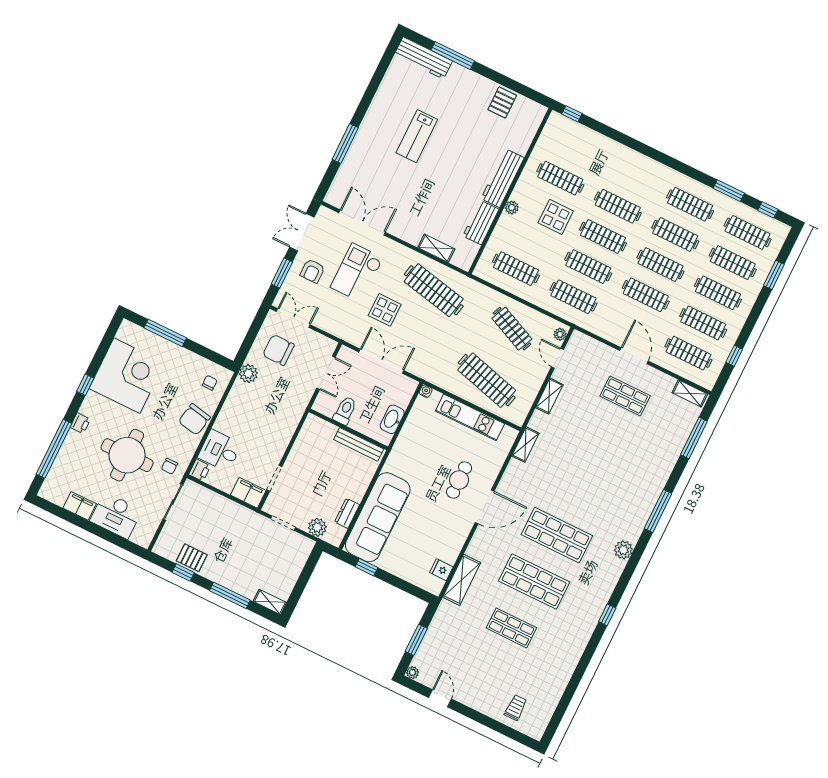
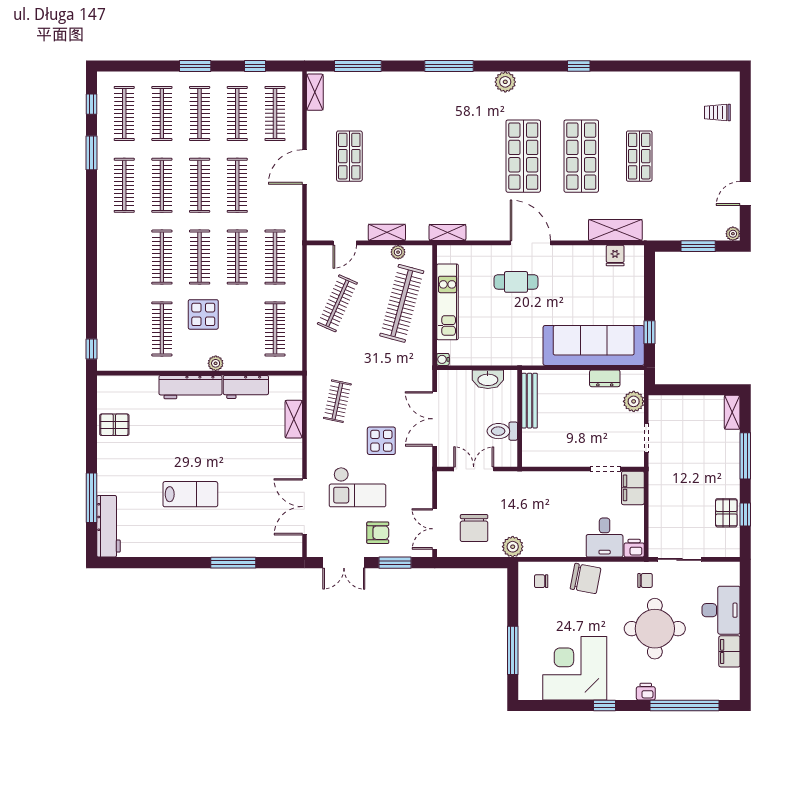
window: (774, 275) -> (195, 66), moved
clothes rail: (434, 290) -> (337, 401), width x0.54, depth x0.76
plant: (560, 334) -> (398, 252), moved

